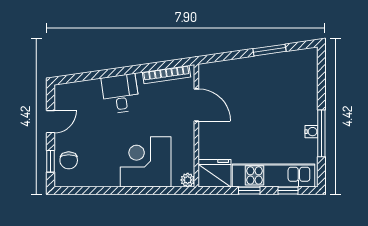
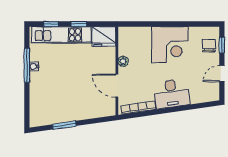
desk: (120, 94) -> (172, 94), width x1.37
corner desk: (146, 162) -> (170, 45), moved
plant: (188, 180) -> (123, 61), moved

